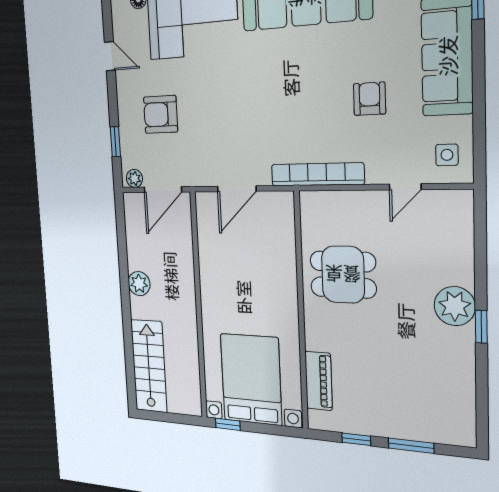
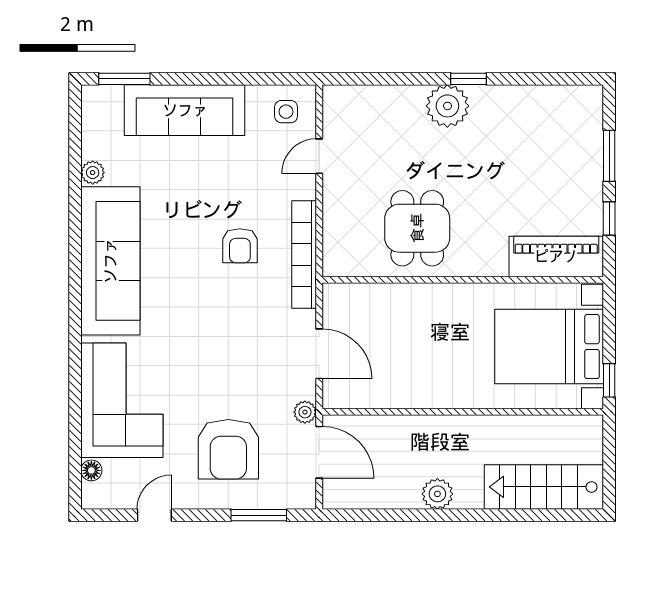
armchair: (370, 99) -> (240, 246), moved, turned -90
armchair: (161, 114) -> (228, 449), width x1.36, depth x1.36
window: (115, 142) -> (259, 515), width x1.50
plant: (134, 178) -> (305, 412), moved
door: (405, 187) -> (319, 156), swing flipped
piano: (319, 381) -> (556, 256), width x1.37, depth x1.33

